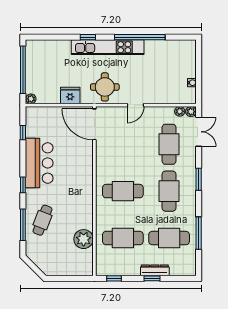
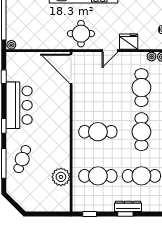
fridge: (70, 95) -> (129, 42), moved

